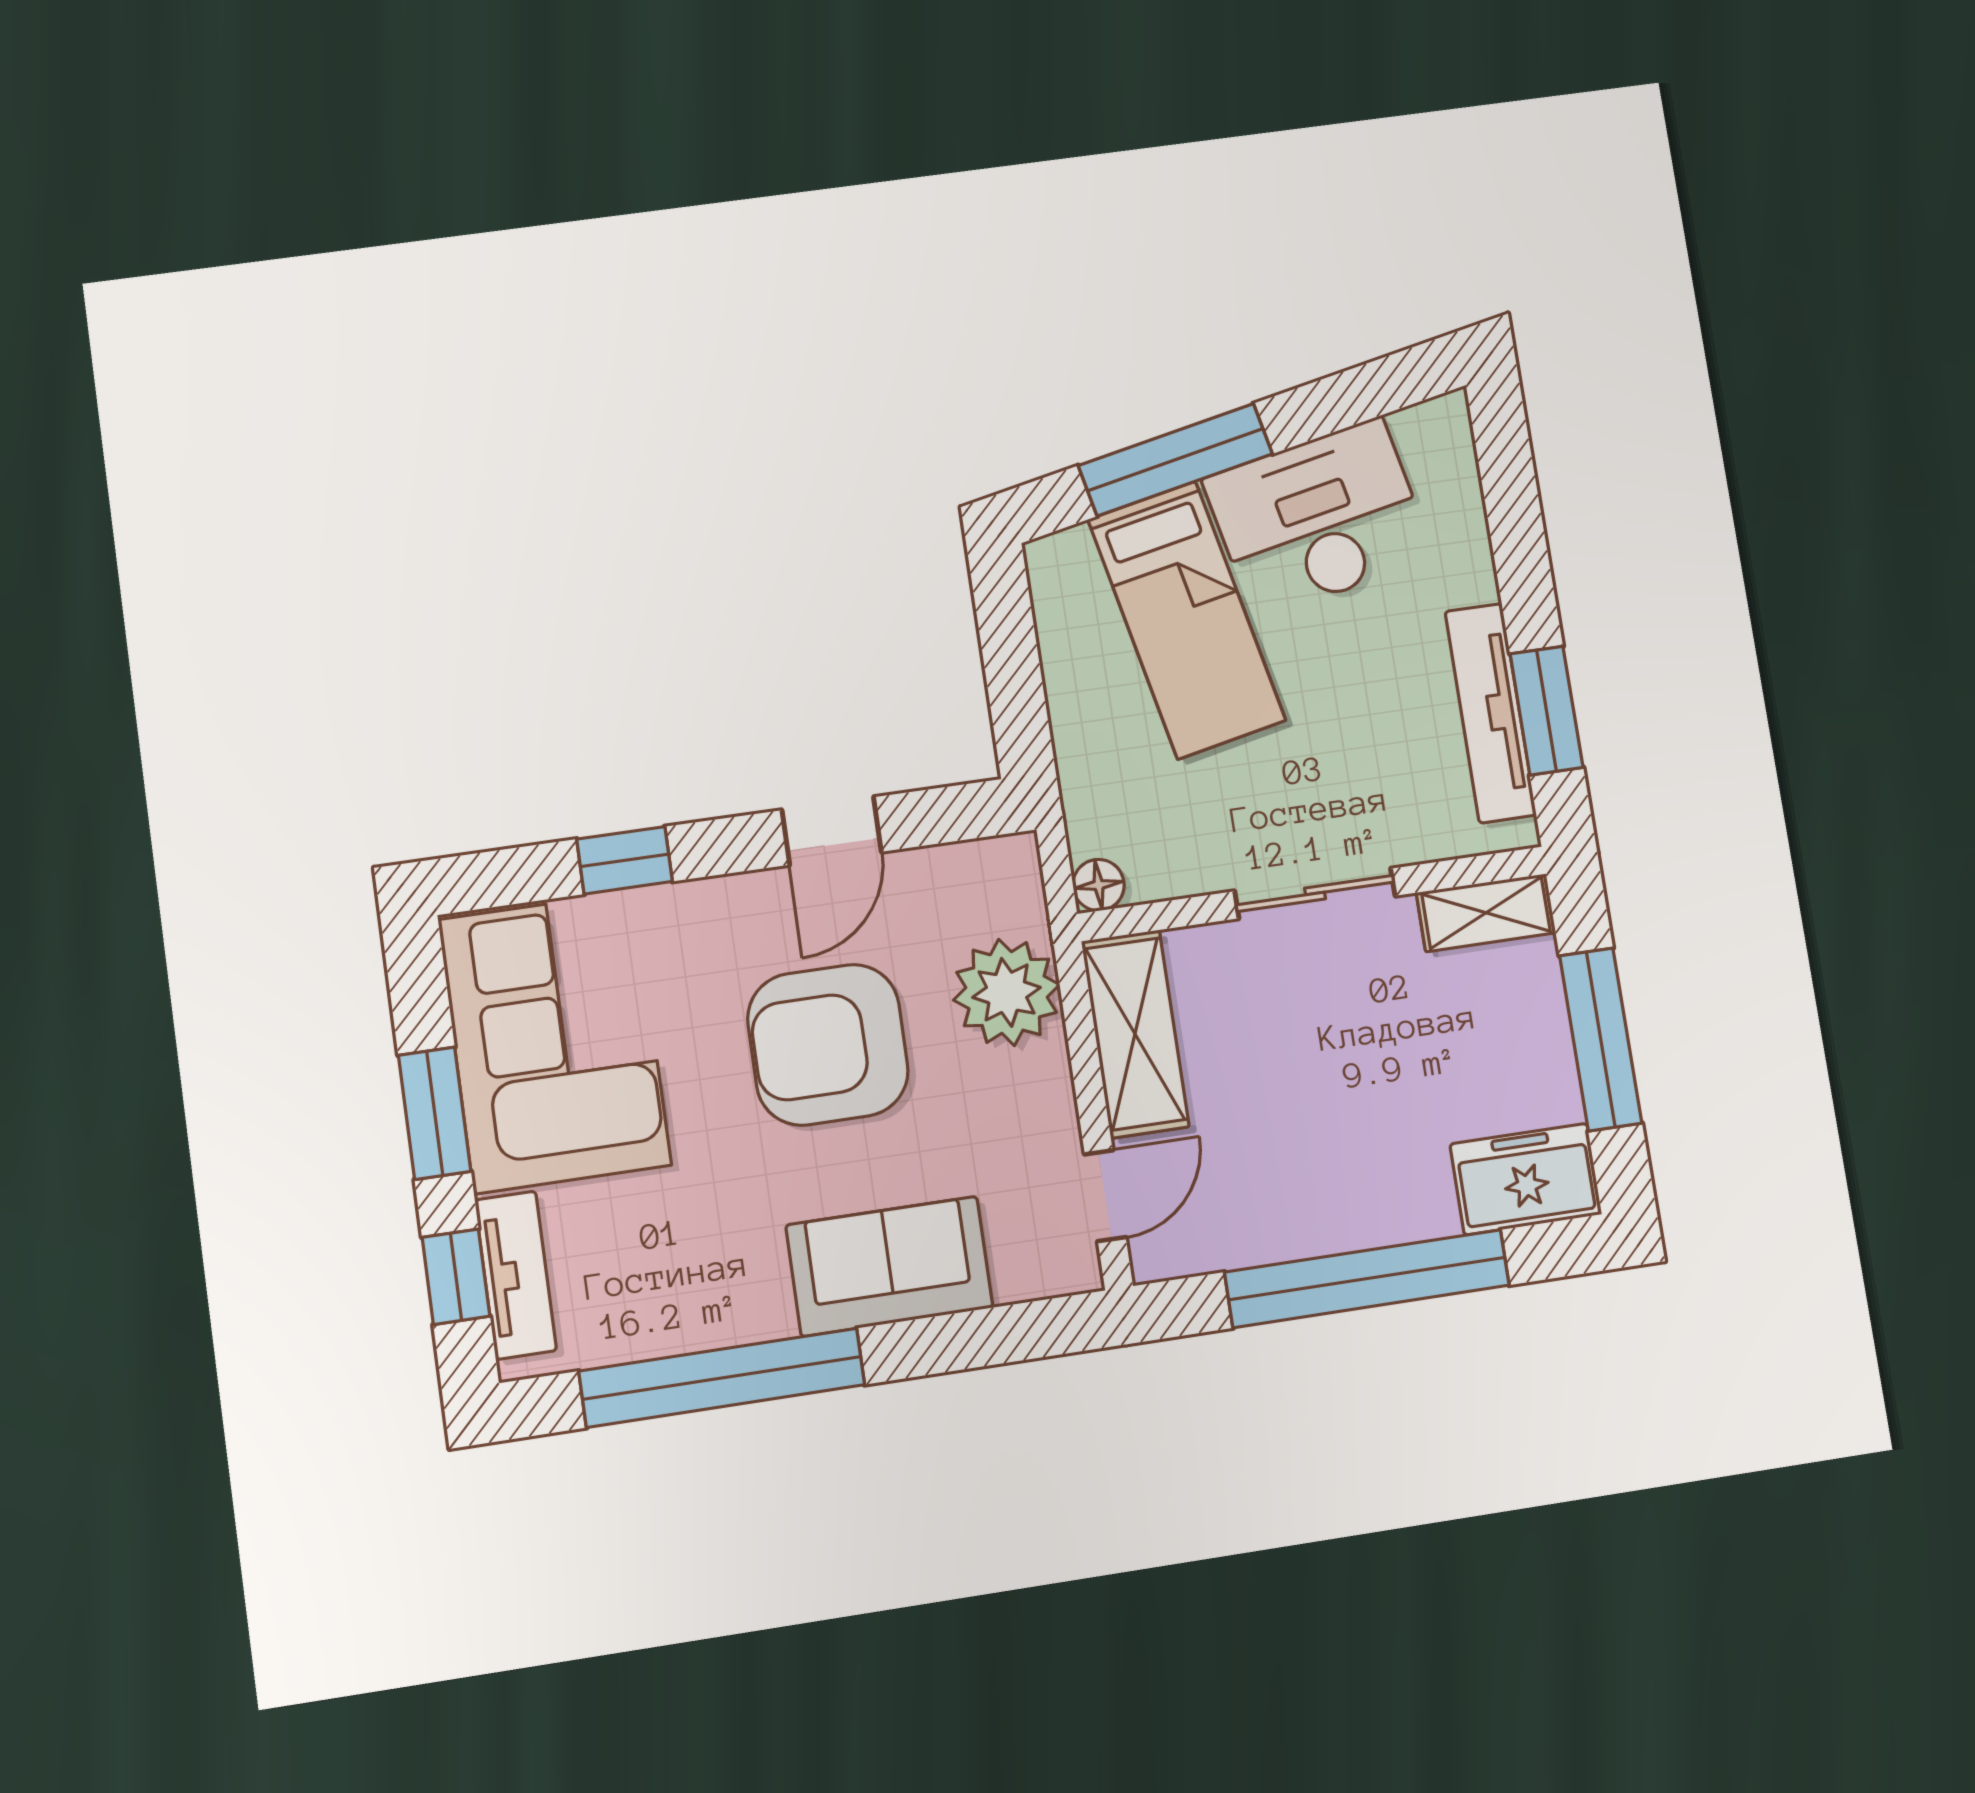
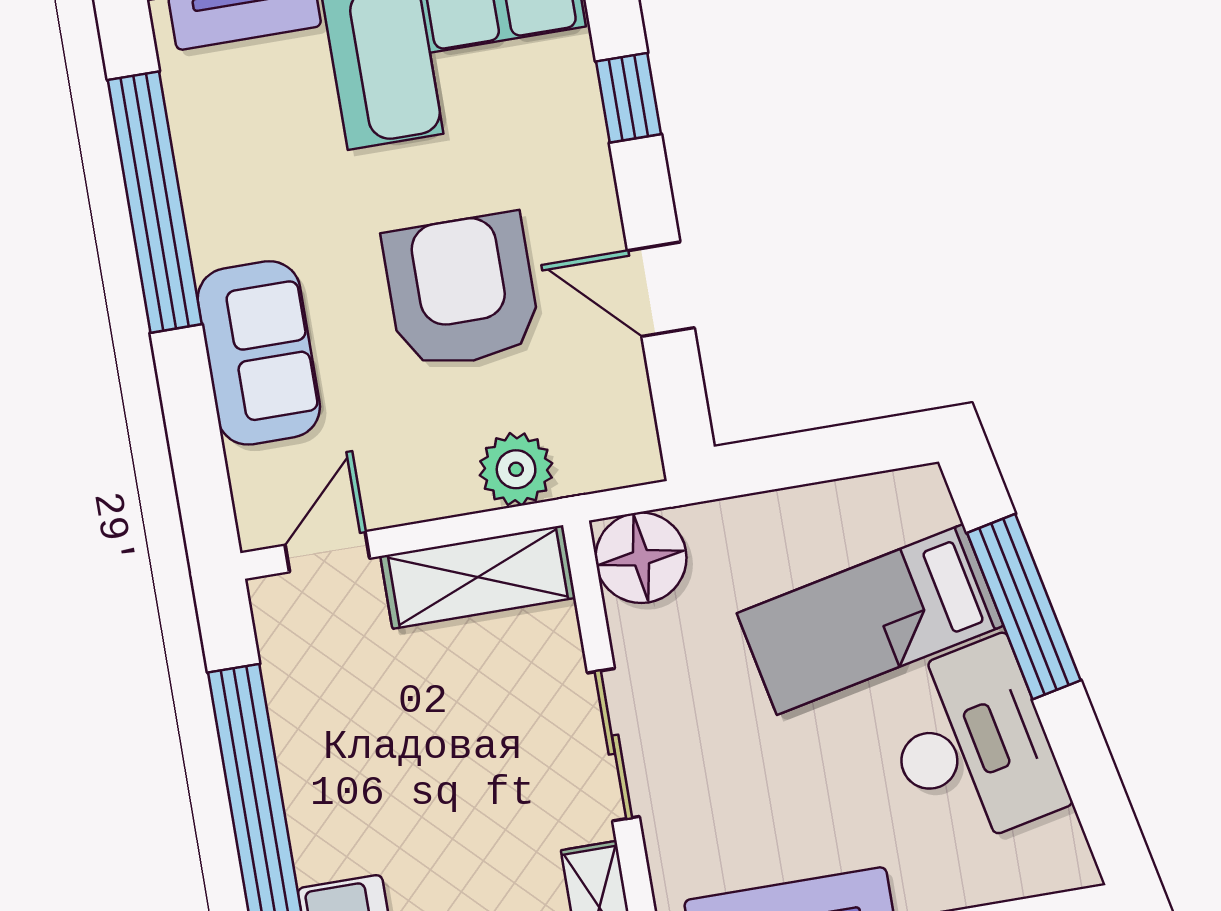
floor lamp: (1099, 885) -> (641, 558), width x1.89, depth x1.89
plant: (1007, 992) -> (516, 469), width x0.73, depth x0.73
door: (1105, 1196) -> (327, 552), swing flipped

